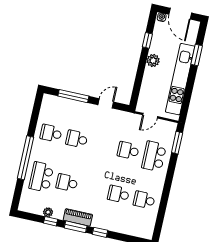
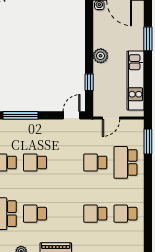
window: (147, 40) -> (89, 82), moved
kitchen unit: (180, 79) -> (135, 81), width x0.73
door: (106, 103) -> (72, 115), moved

